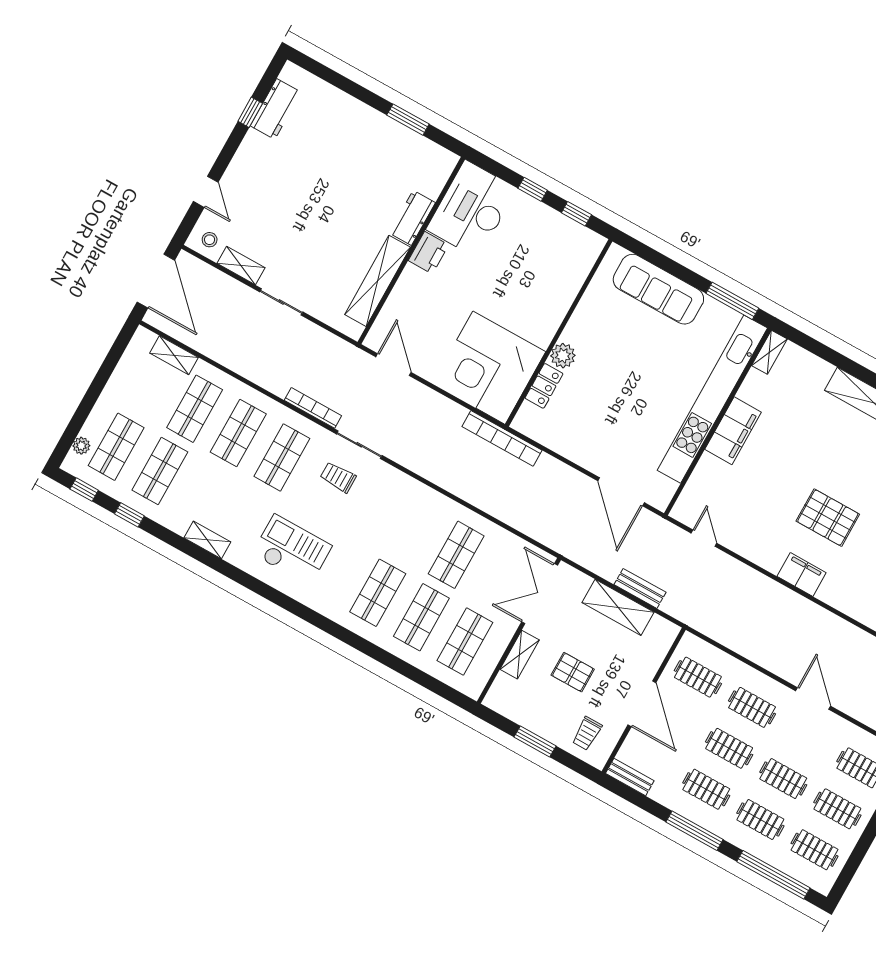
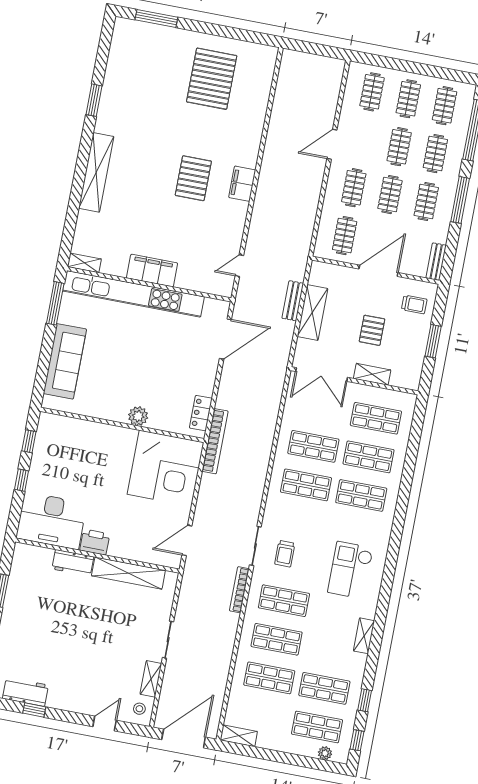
shelving: (174, 355) -> (239, 736), moved, turned 90
locker: (544, 386) -> (201, 413), moved, turned -90
shop shelf: (413, 530) -> (306, 485), added

